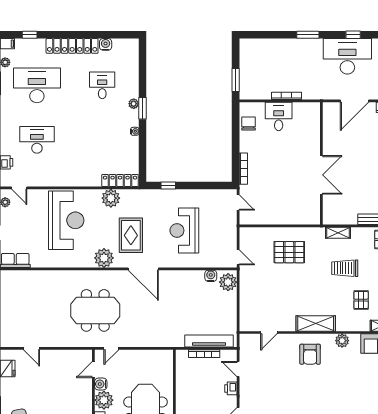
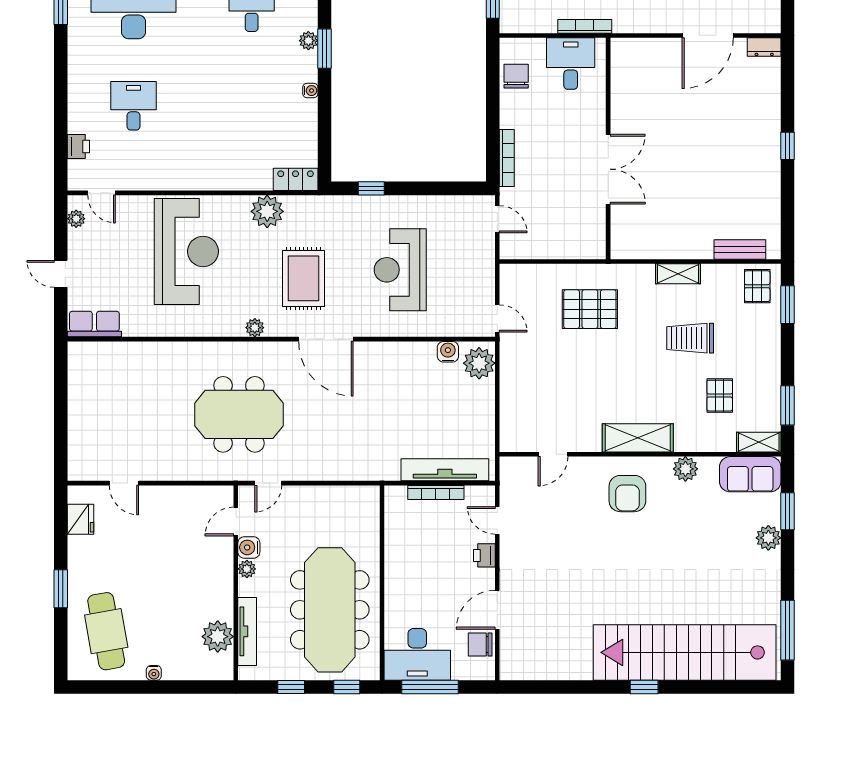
desk: (37, 140) -> (133, 106), width x0.73
wall: (321, 163) -> (608, 148), moved
double door: (321, 175) -> (608, 169), moved
locker: (120, 180) -> (296, 179), width x0.66
plant: (104, 258) -> (255, 328), width x0.53, depth x0.53
plant: (104, 400) -> (247, 569), width x0.53, depth x0.53

